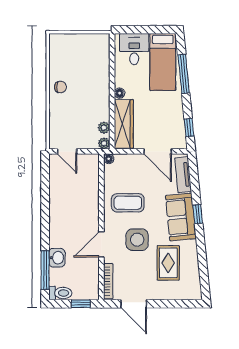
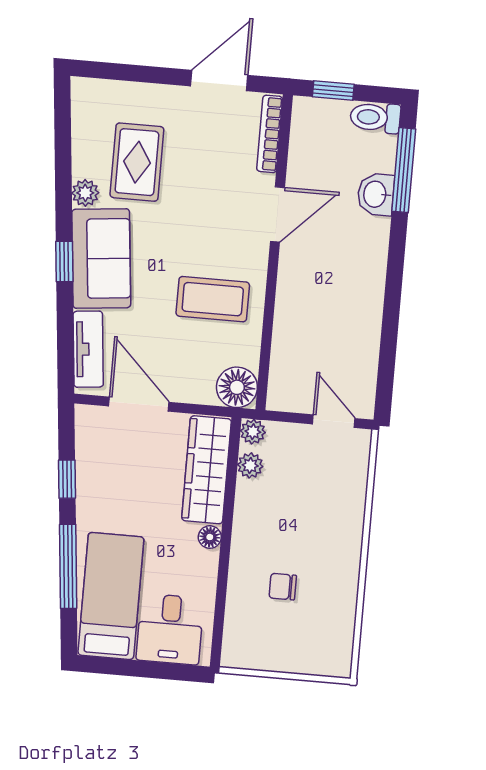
chair: (60, 87) -> (283, 587), moved
window: (189, 128) -> (67, 479), moved
floor lamp: (109, 159) -> (237, 387), width x1.89, depth x1.89
side table: (137, 240) -> (200, 218), removed
plant: (191, 247) -> (85, 193), added
door: (134, 304) -> (219, 81), hinge flipped

